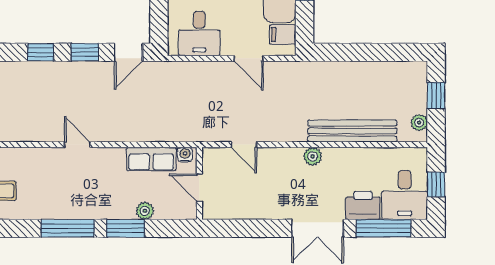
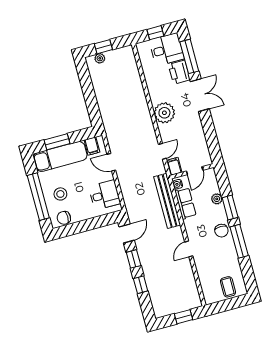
door: (128, 52) -> (127, 233), hinge flipped
door: (249, 58) -> (111, 162), swing flipped
plant: (419, 123) -> (100, 58), moved
bench: (352, 131) -> (167, 201), moved
plant: (313, 156) -> (164, 113), width x1.87, depth x1.87
filing cabinet: (215, 157) -> (174, 166), added
chair: (92, 205) -> (221, 231), added

